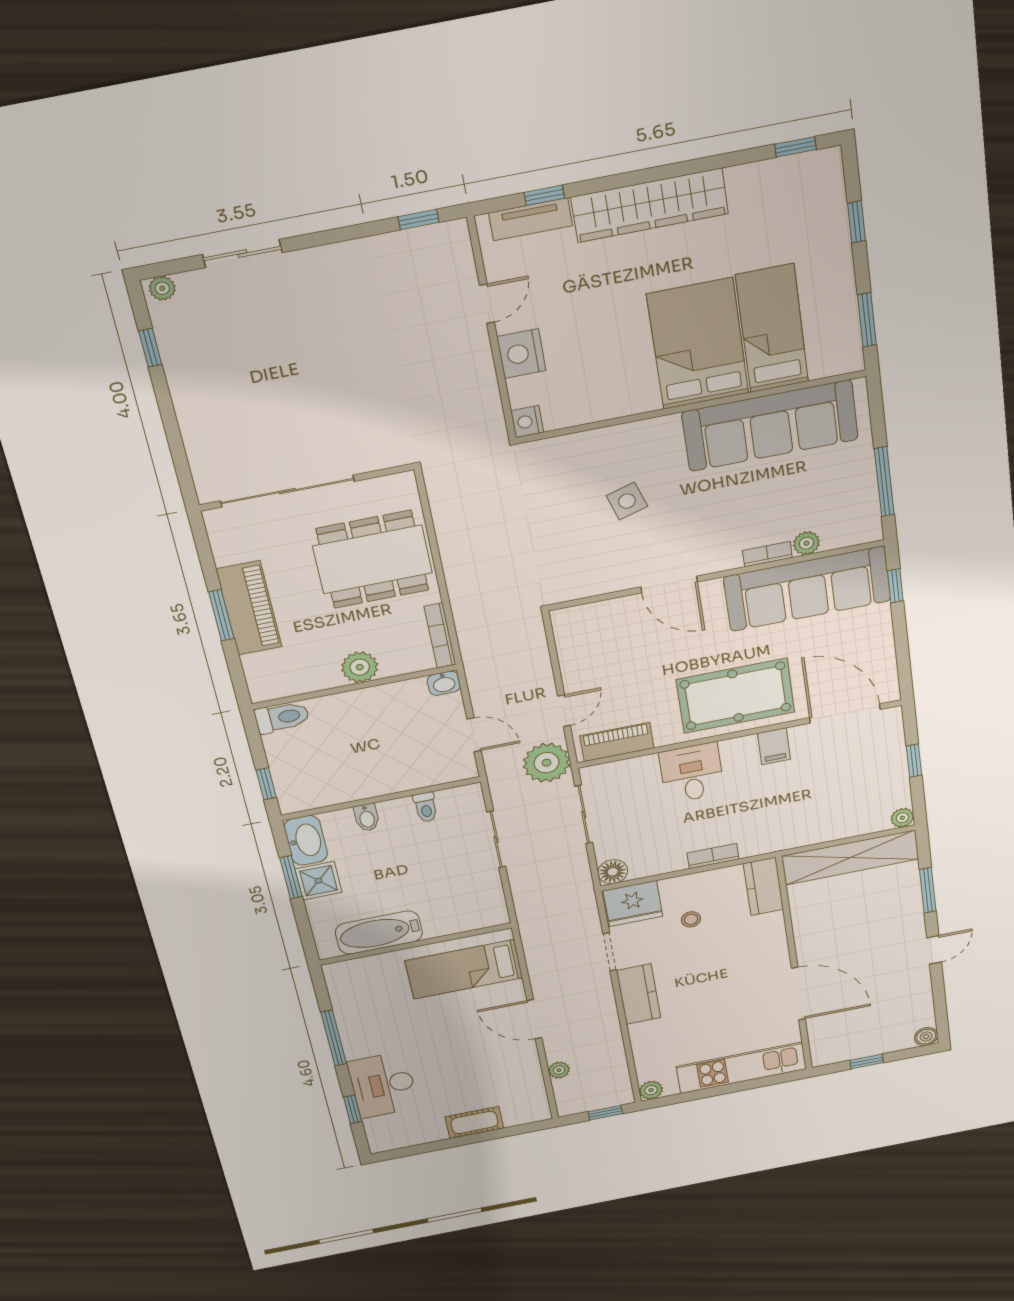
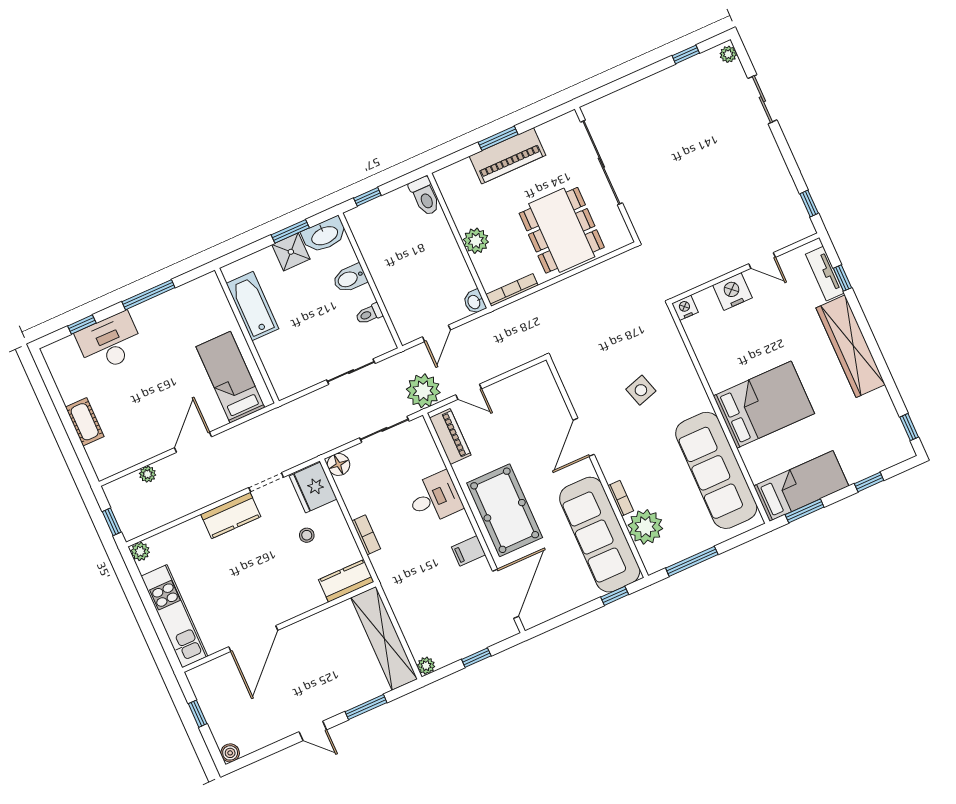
bed: (772, 328) -> (801, 486), moved
plant: (806, 543) -> (645, 527), width x1.87, depth x1.87
bidet: (367, 817) -> (350, 278), width x1.38, depth x1.36

